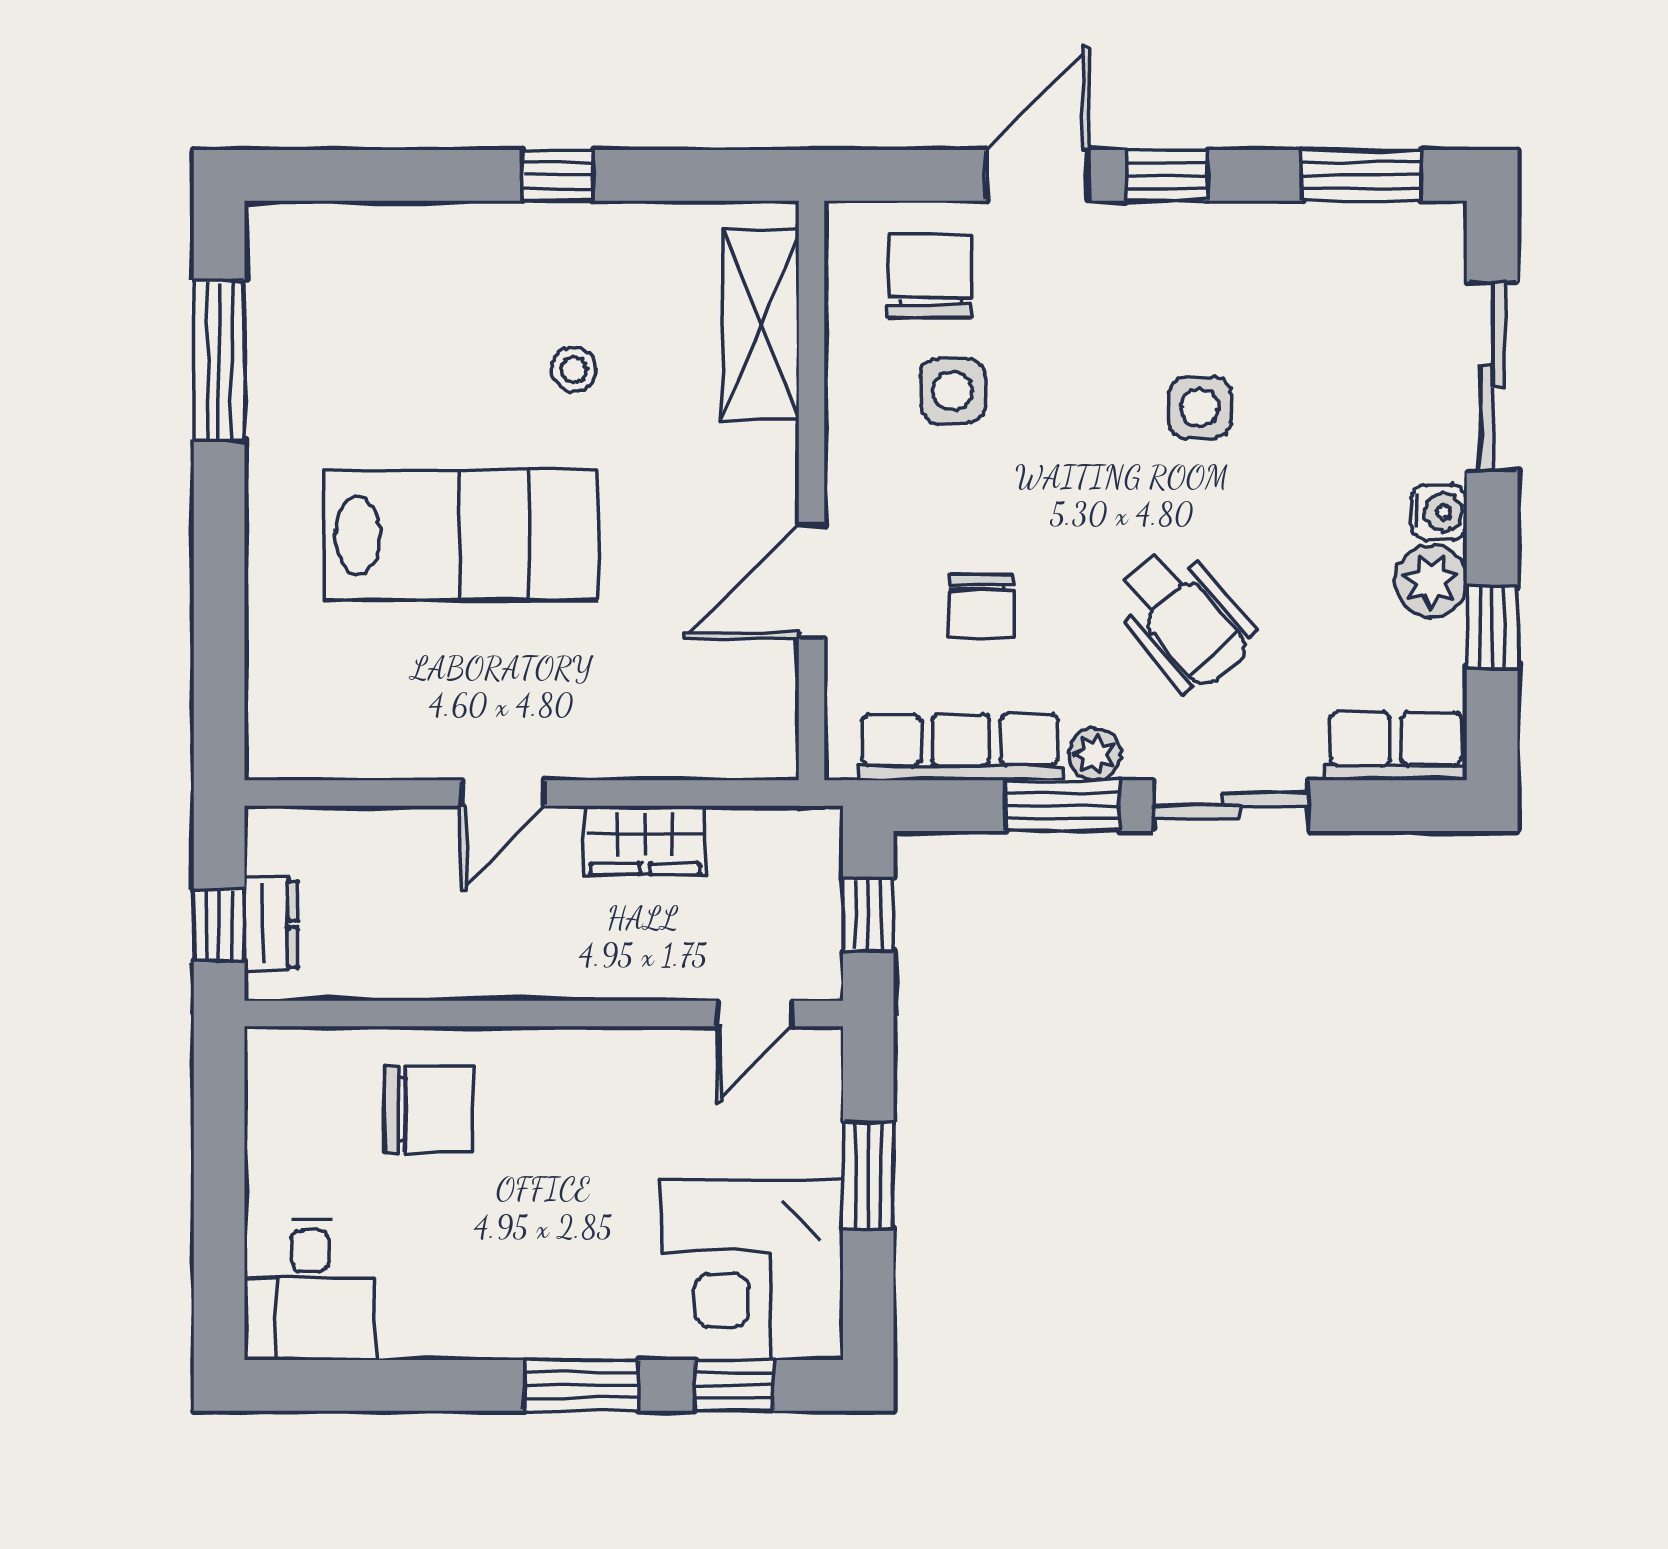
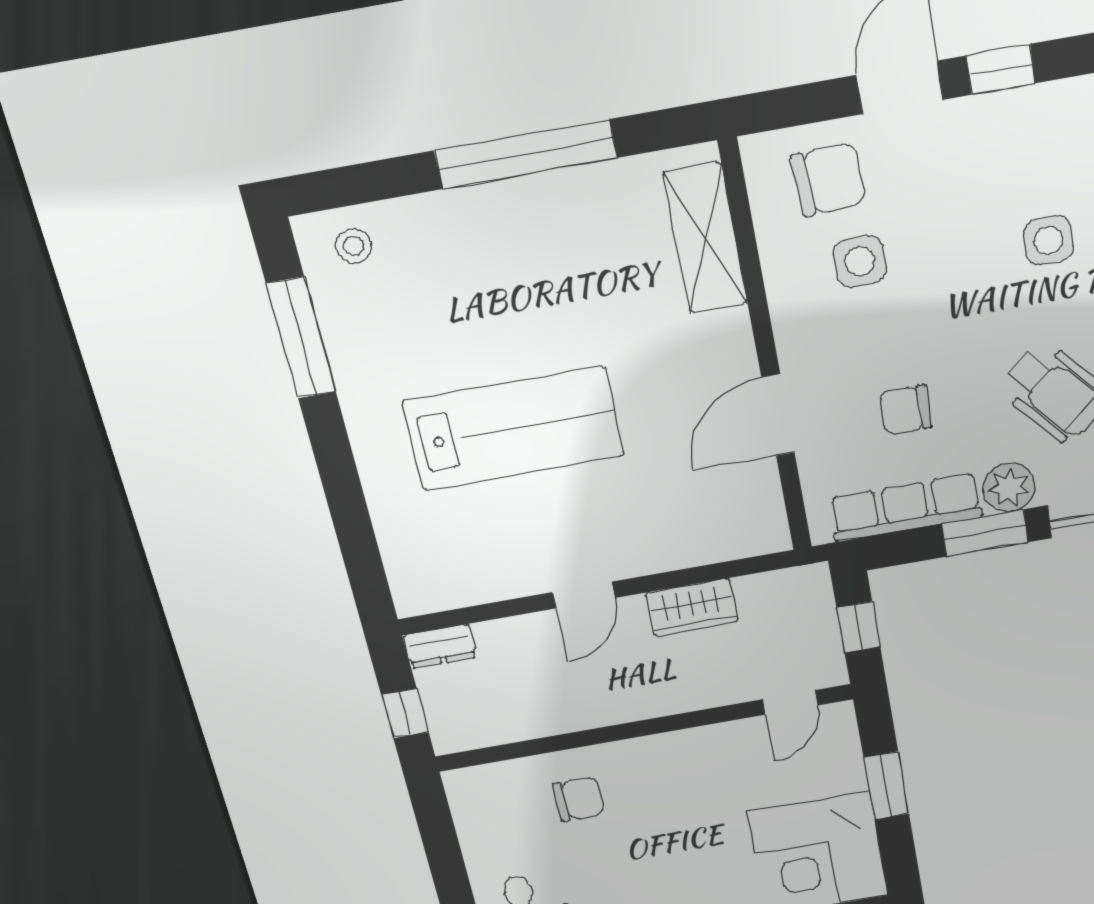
window: (558, 175) -> (526, 154), width x3.17
chair: (930, 276) -> (828, 179), turned 87
stool: (573, 369) -> (354, 246), moved
chair: (981, 606) -> (906, 410), turned 90
plant: (1094, 754) -> (1009, 487), width x1.38, depth x1.38
dresser: (271, 924) -> (440, 646), moved, turned 90
chair: (429, 1109) -> (579, 799), width x0.73, depth x0.73

